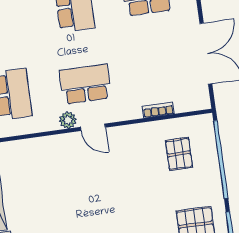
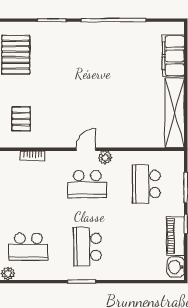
door: (93, 127) -> (86, 149), hinge flipped

